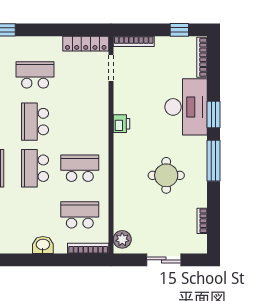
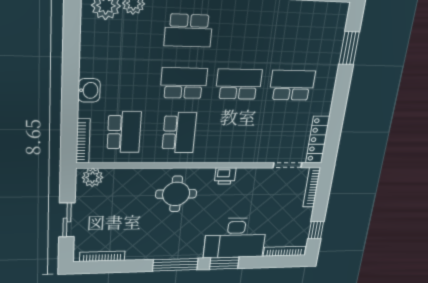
school desk: (35, 75) -> (292, 85), turned -90
round table: (166, 175) -> (176, 194), moved
bookcase: (202, 221) -> (102, 256), width x1.56

